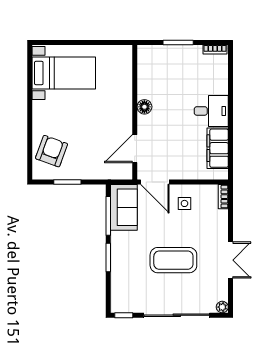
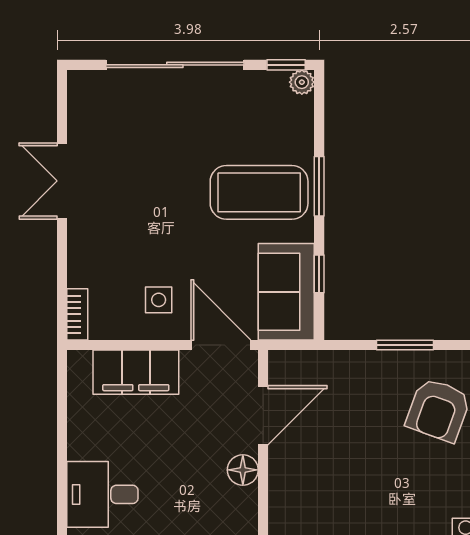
floor lamp: (144, 107) -> (243, 470), moved
filing cabinet: (218, 148) -> (136, 372), moved, turned 90
window: (108, 216) -> (319, 274), width x0.46
coffee table: (173, 260) -> (259, 192), moved
plant: (222, 307) -> (302, 82), moved

